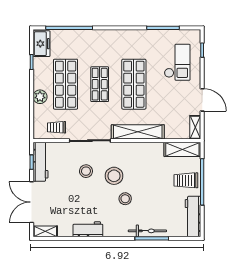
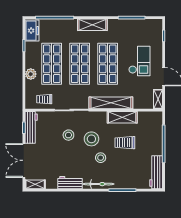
shelving: (115, 36) -> (92, 25), added
checkout: (177, 62) -> (139, 61), moved
shop shelf: (100, 84) -> (80, 64), width x1.43, depth x1.36
shelving: (182, 149) -> (122, 117), moved
trolley: (186, 180) -> (125, 143), moved
bicycle: (147, 231) -> (98, 184), moved

